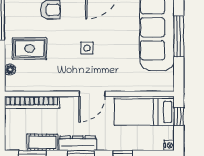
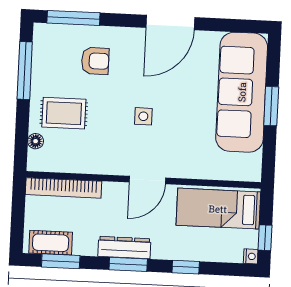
window: (179, 36) -> (271, 106), width x0.69
window: (179, 116) -> (265, 238), moved
cot: (42, 142) -> (51, 243), moved

